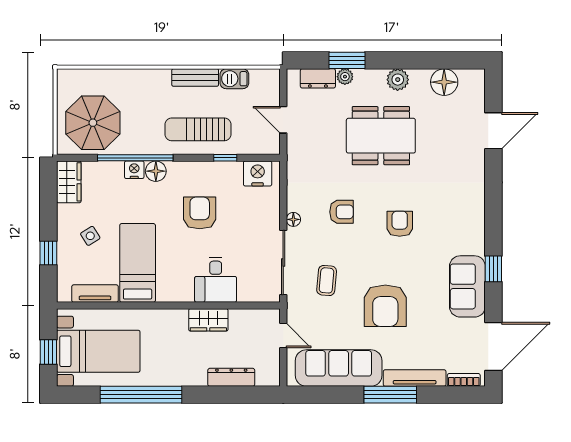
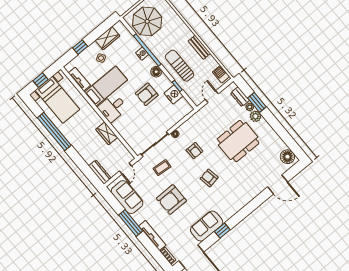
barbecue: (234, 79) -> (221, 74), moved
plant: (398, 80) -> (255, 116), moved
floor lamp: (444, 82) -> (287, 157), moved
dining table: (381, 136) -> (238, 141), turned 90
floor lamp: (156, 171) -> (156, 72), moved
nightstand: (258, 173) -> (174, 94), moved
wardrobe: (69, 182) -> (107, 38), moved
armchair: (200, 213) -> (147, 94), turned 180
armchair: (400, 224) -> (209, 178), turned -100
desk: (216, 280) -> (113, 108), moved
sofa: (339, 368) -> (127, 197), width x0.73
dresser: (231, 377) -> (100, 172), moved
window: (390, 395) -> (131, 223), moved

